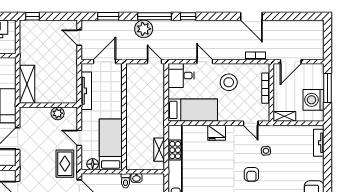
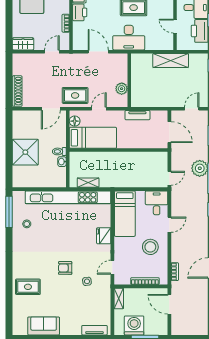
shelving: (27, 84) -> (171, 60), moved
tv unit: (86, 91) -> (137, 115), width x0.71

